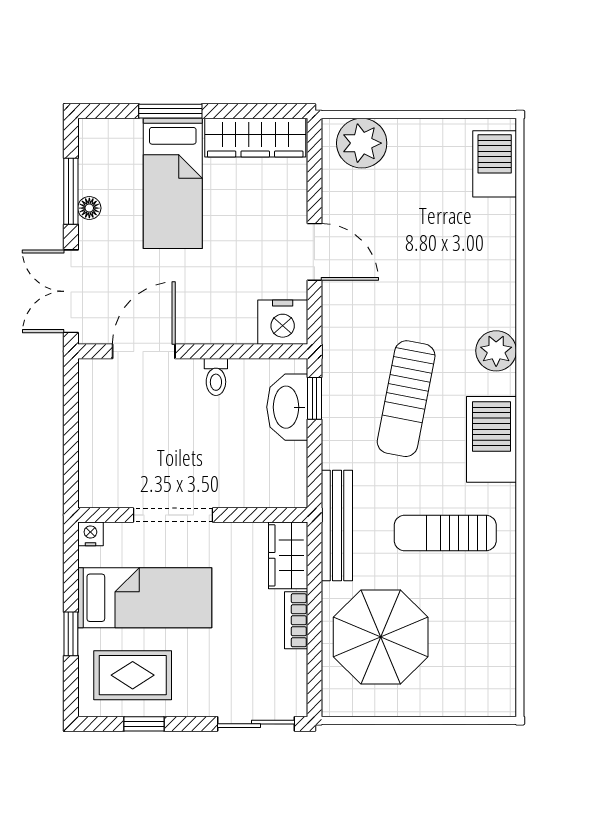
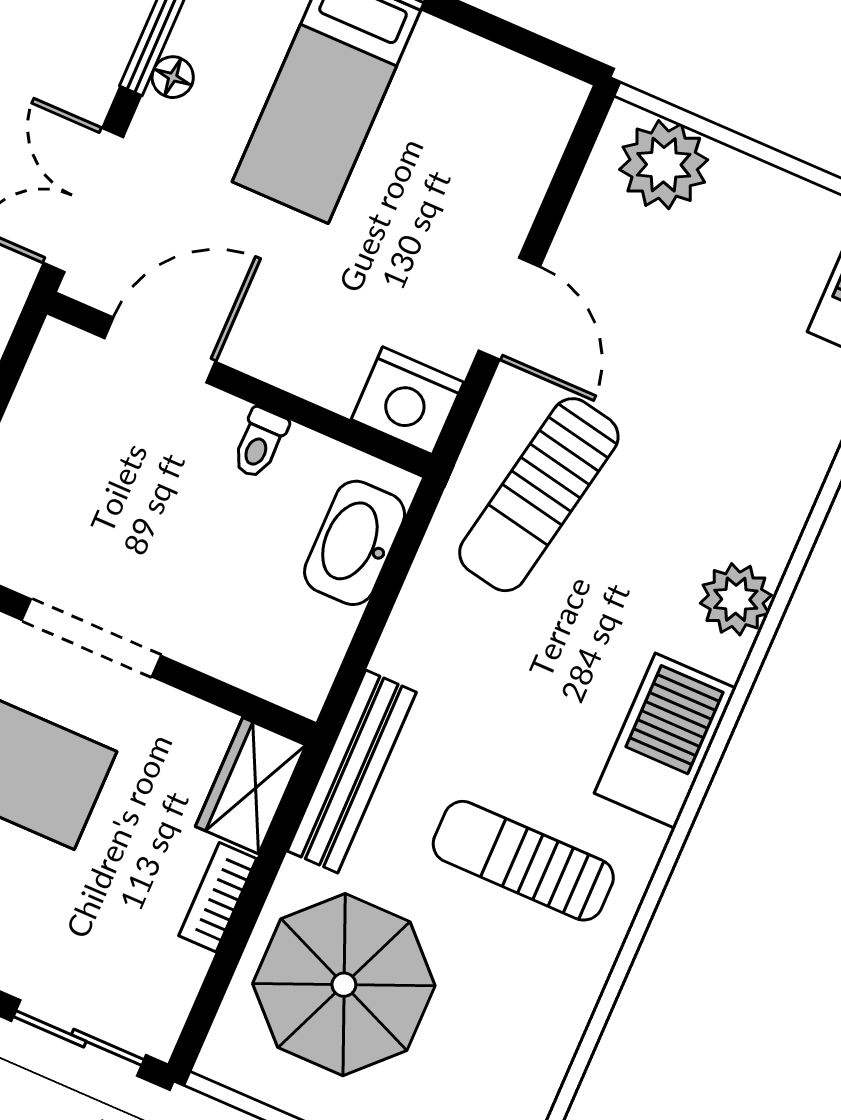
wardrobe: (255, 138) -> (494, 80), removed
window: (314, 398) -> (405, 548), removed
sun lounger: (406, 399) -> (539, 495), moved

